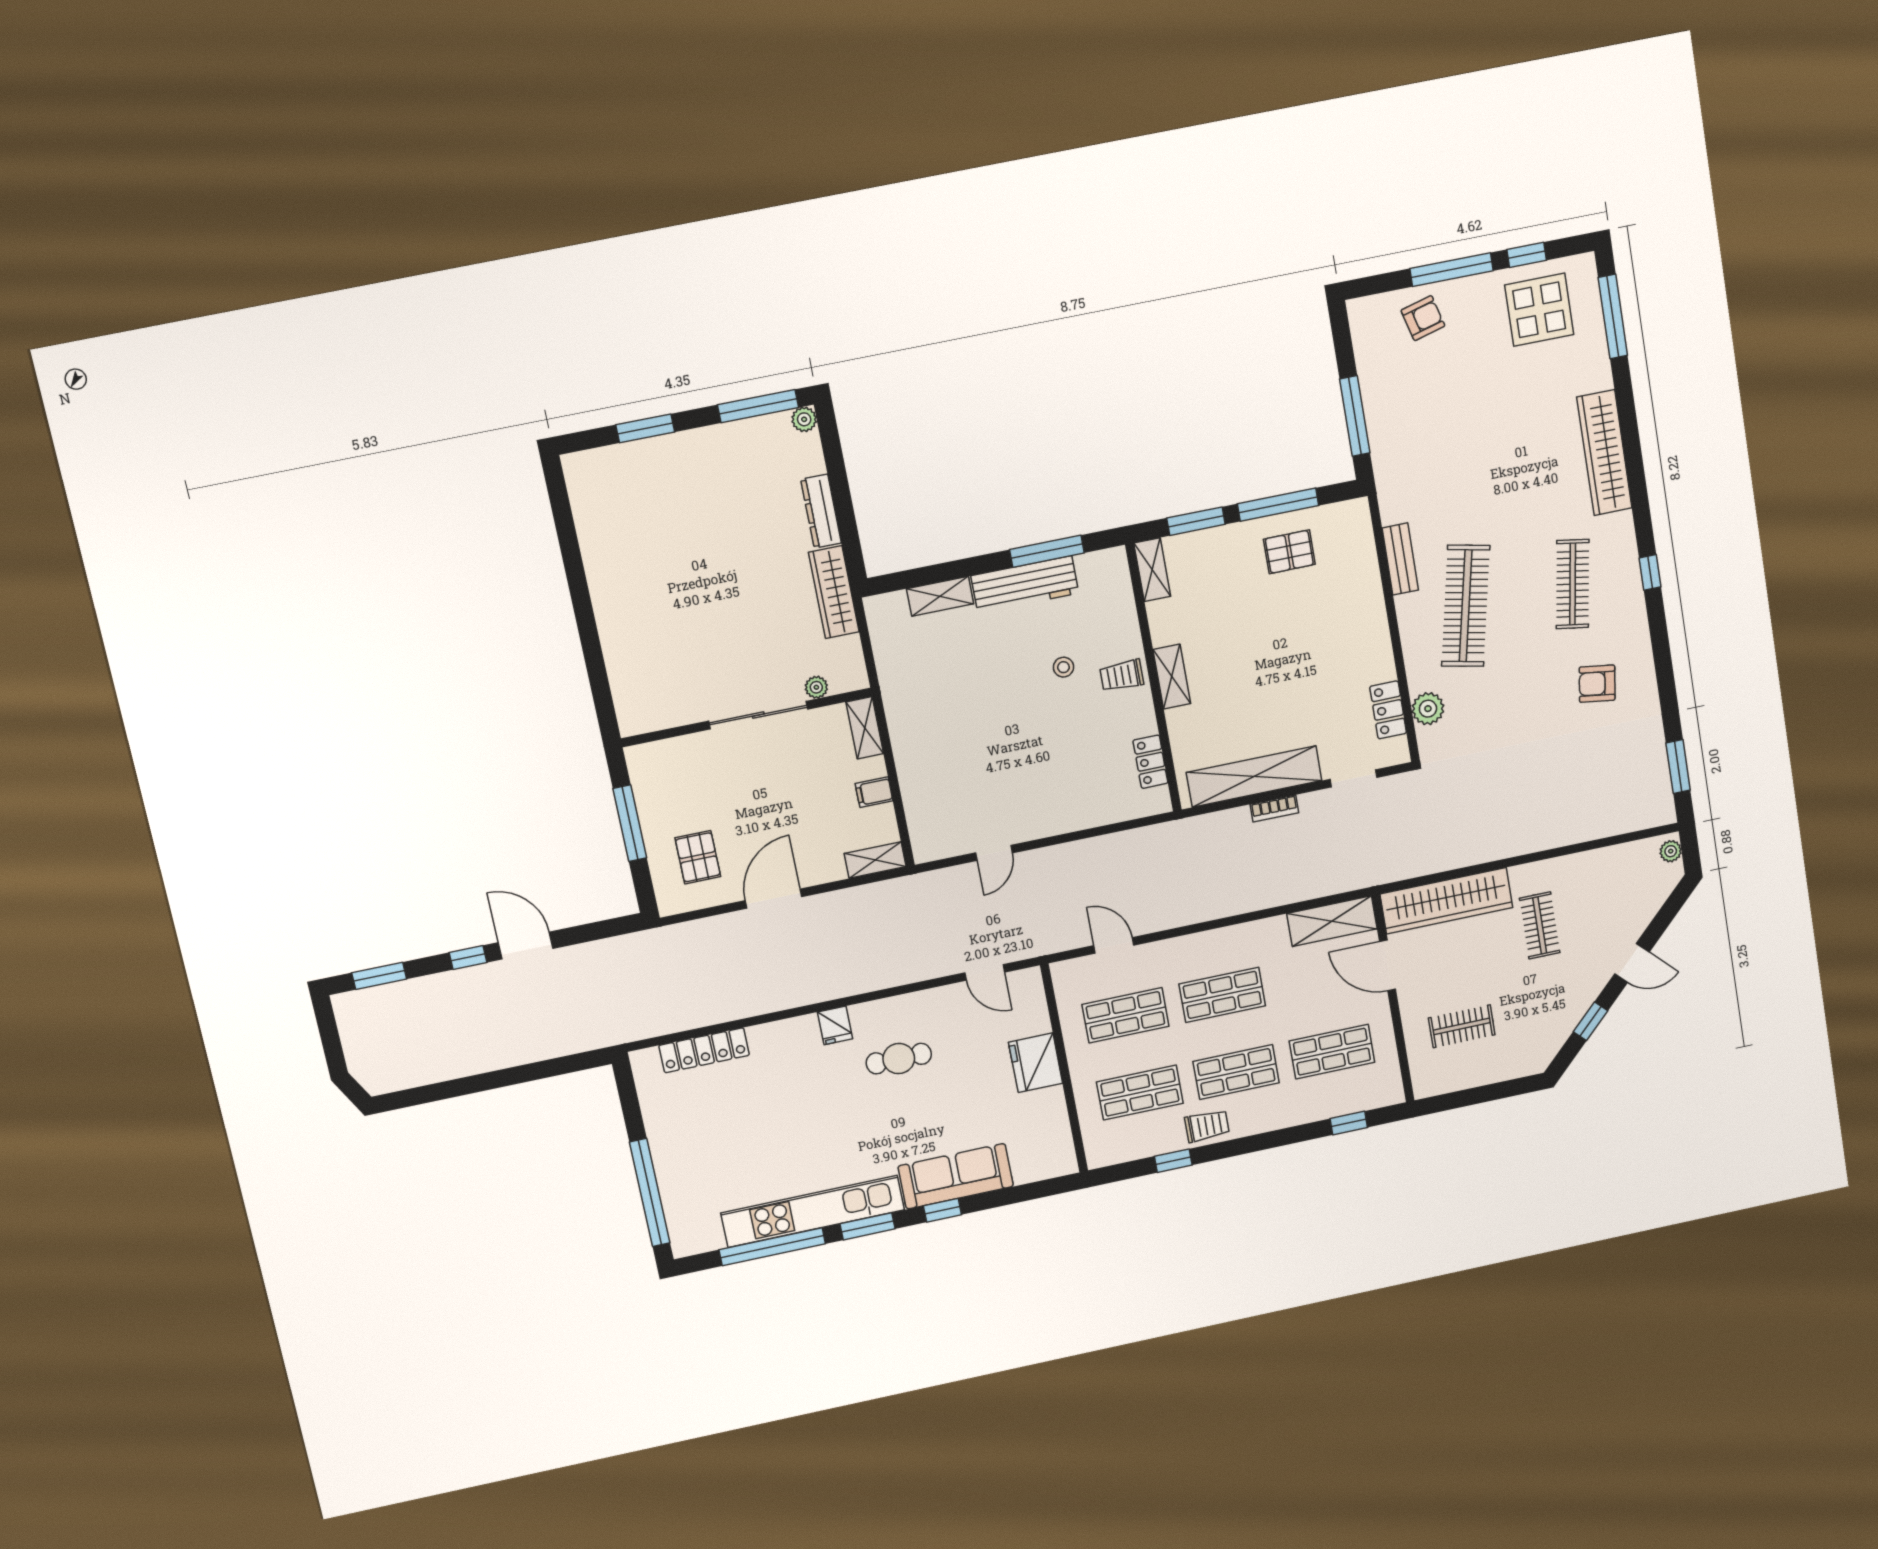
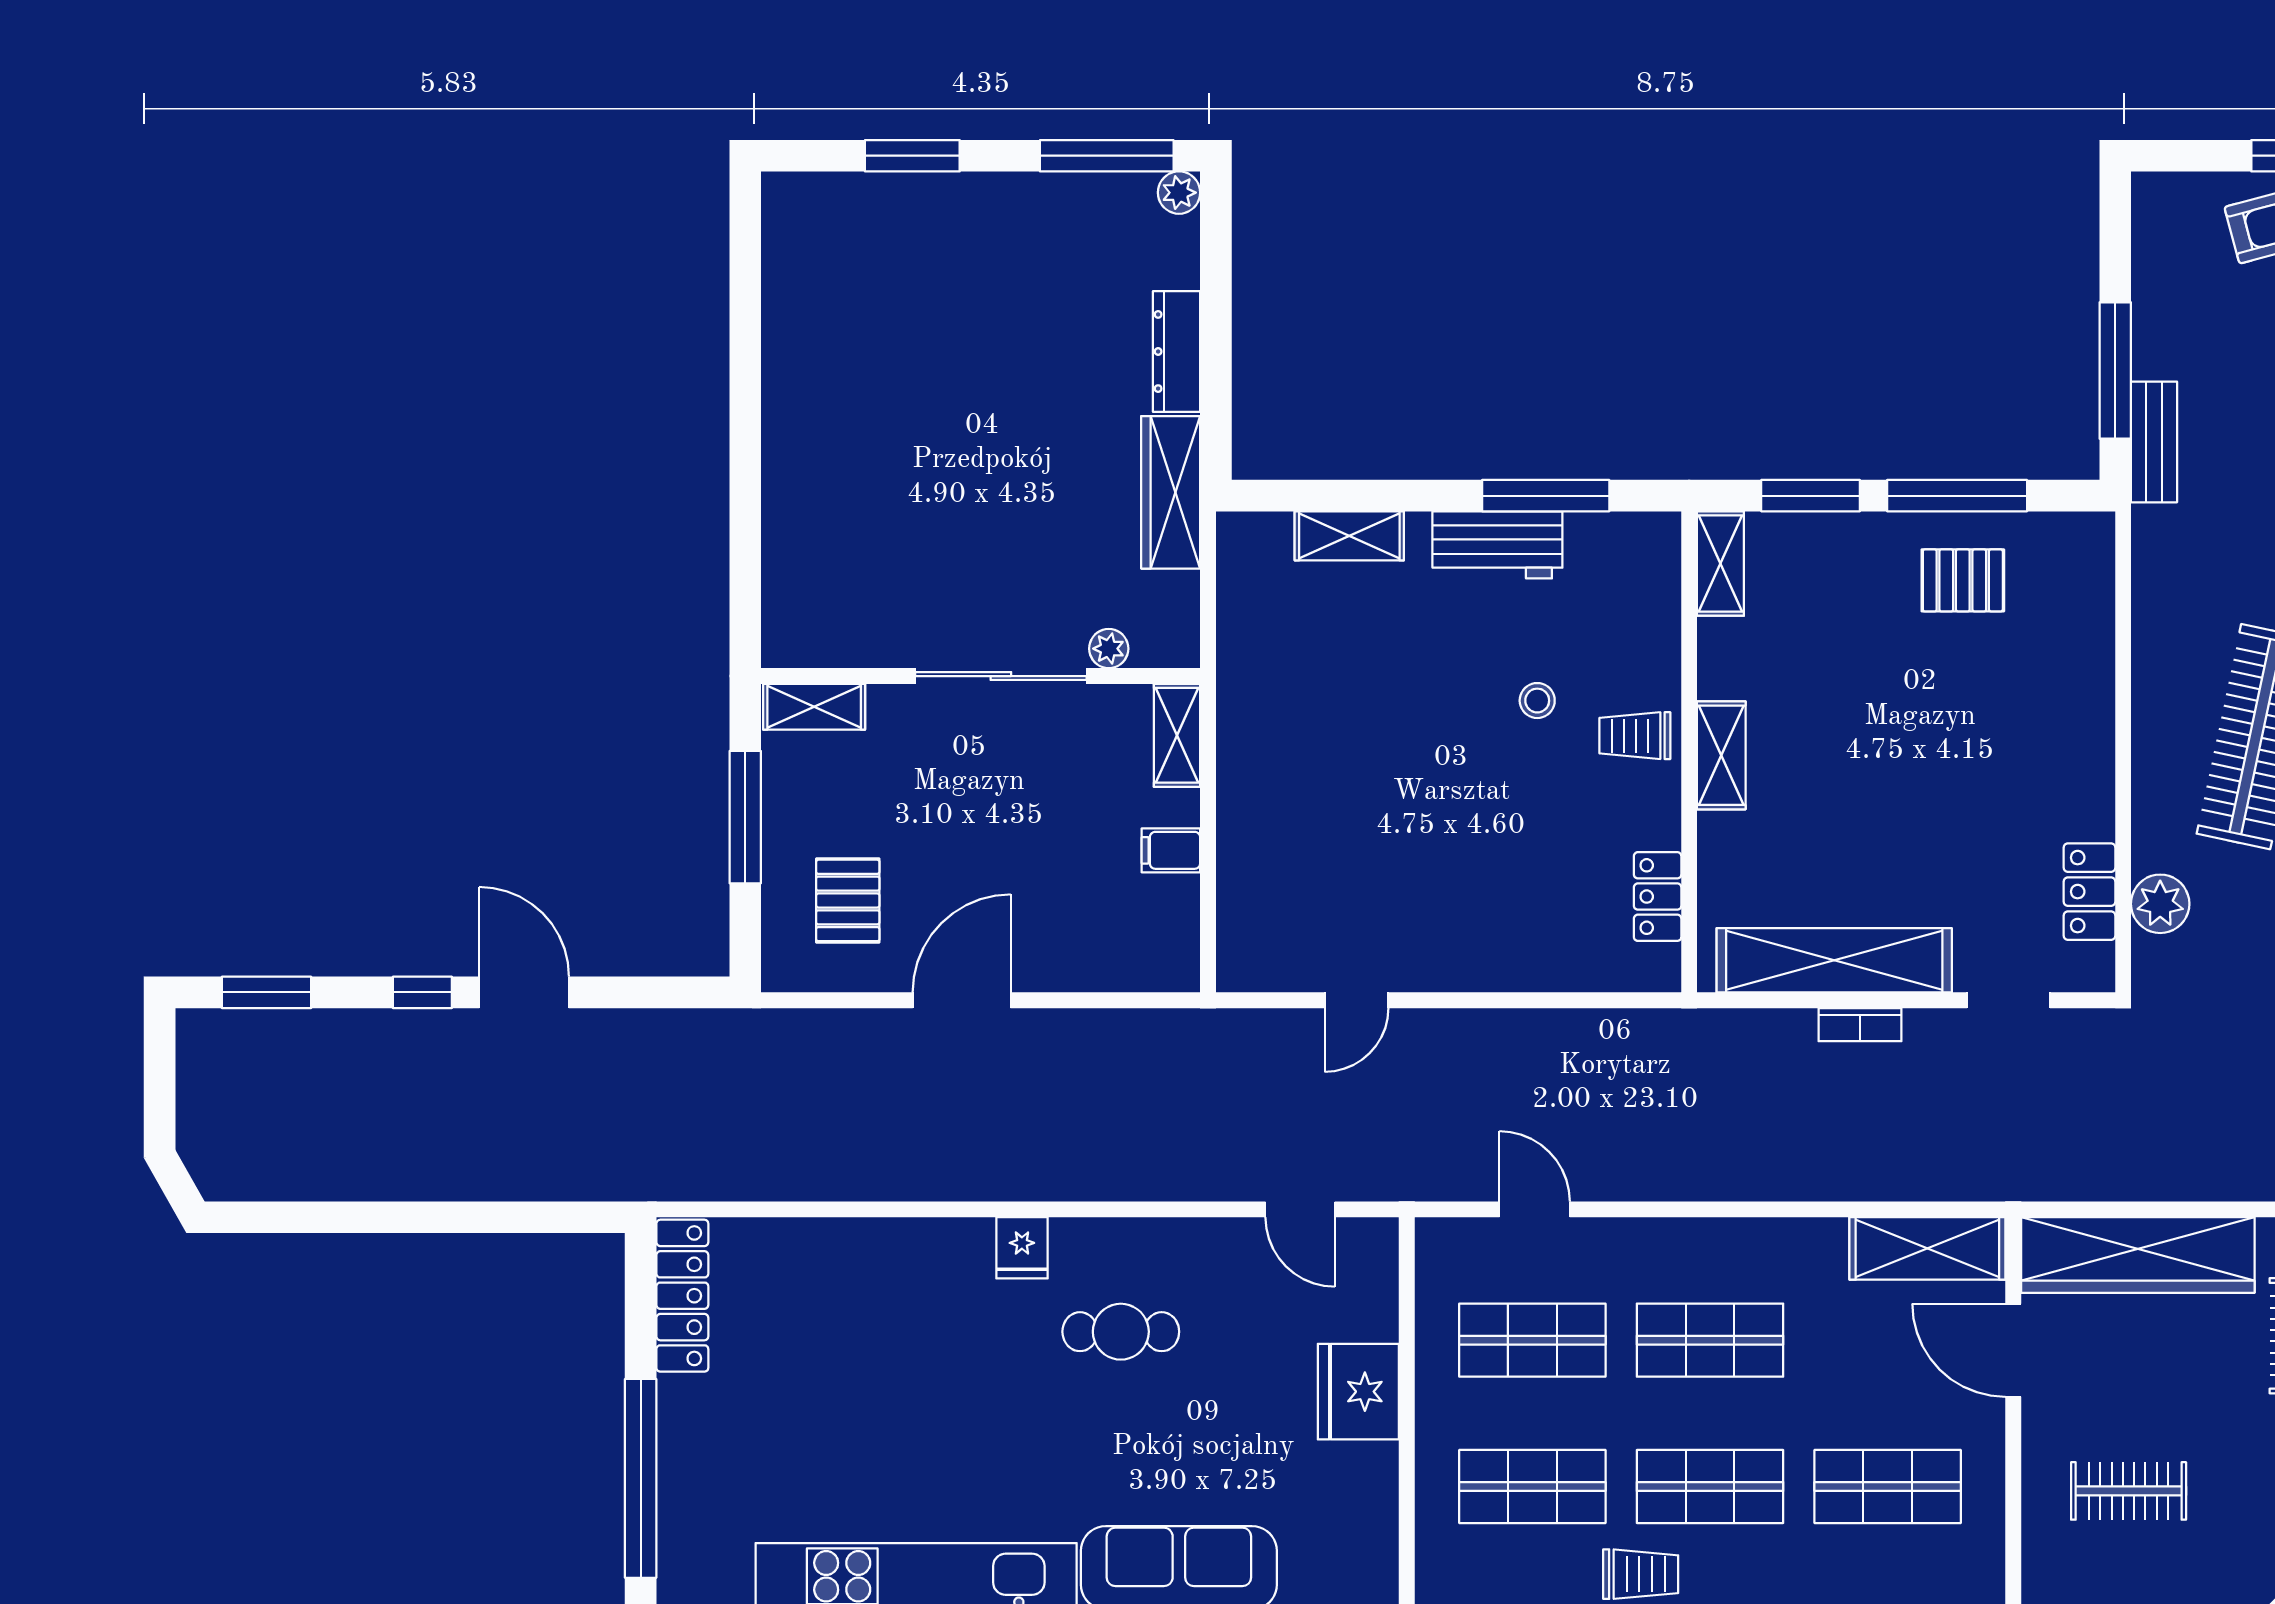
bench: (1400, 559) -> (2154, 442), moved
workbench: (1025, 584) -> (1497, 545), width x0.73
shelving: (875, 860) -> (814, 707), moved
locker: (704, 1050) -> (682, 1296), moved, turned -90

